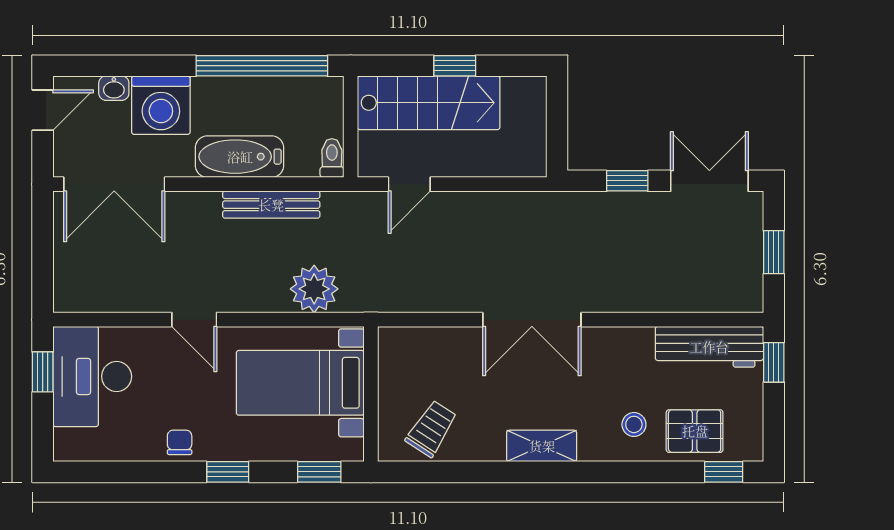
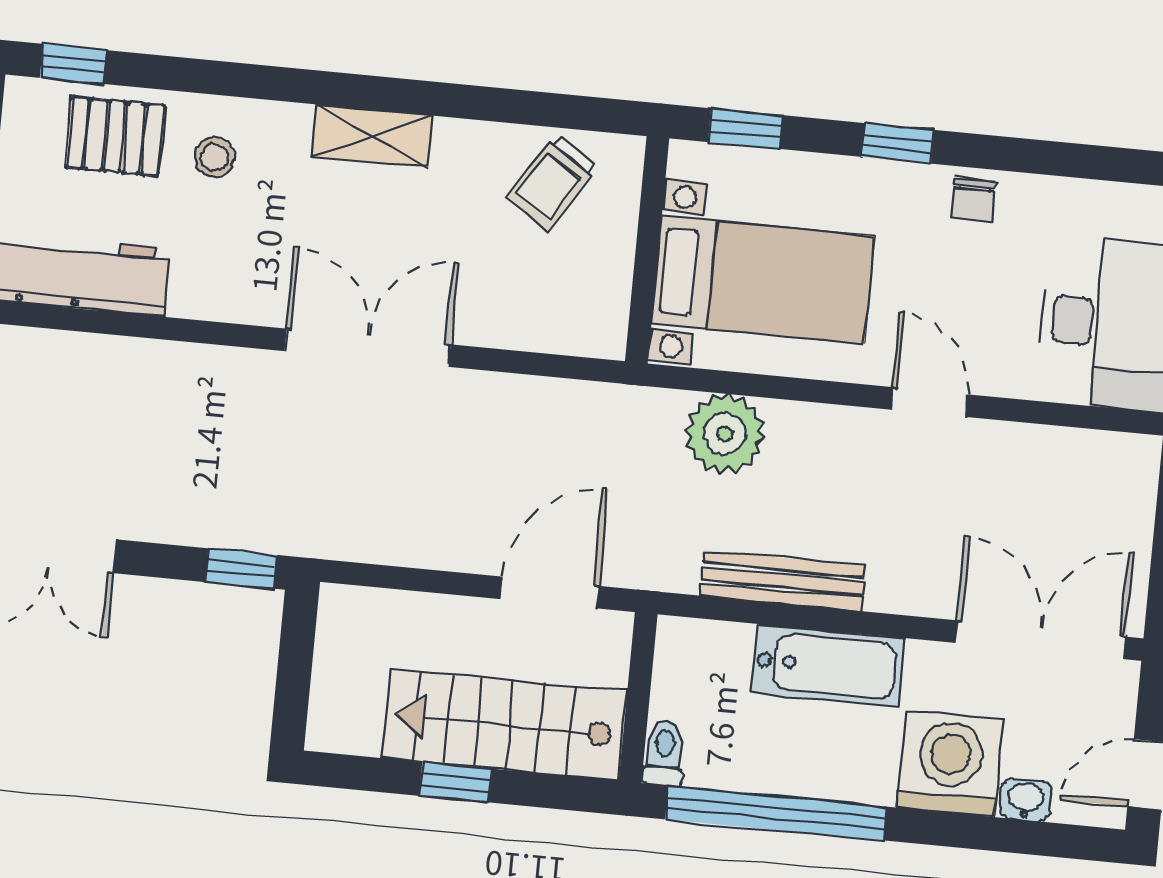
toilet: (332, 158) -> (664, 753), moved, turned 180
window: (627, 181) -> (241, 568), moved
door: (409, 184) -> (550, 593), width x1.38

